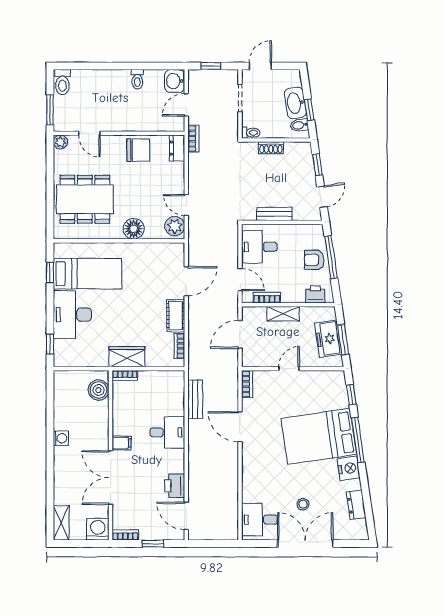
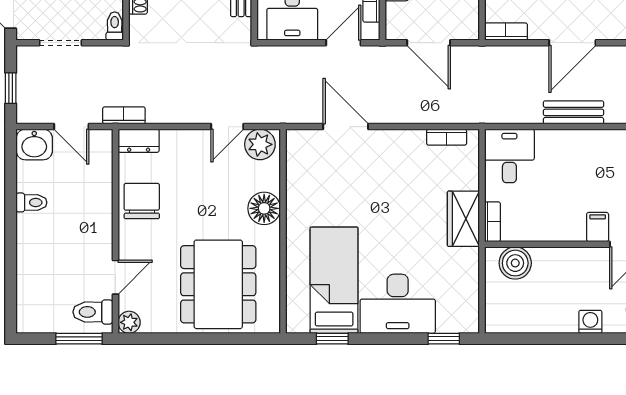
toilet: (62, 82) -> (93, 312), moved, turned 180
cot: (176, 316) -> (399, 143), removed
bench: (195, 399) -> (574, 112), moved
desk: (167, 432) -> (509, 156), moved

